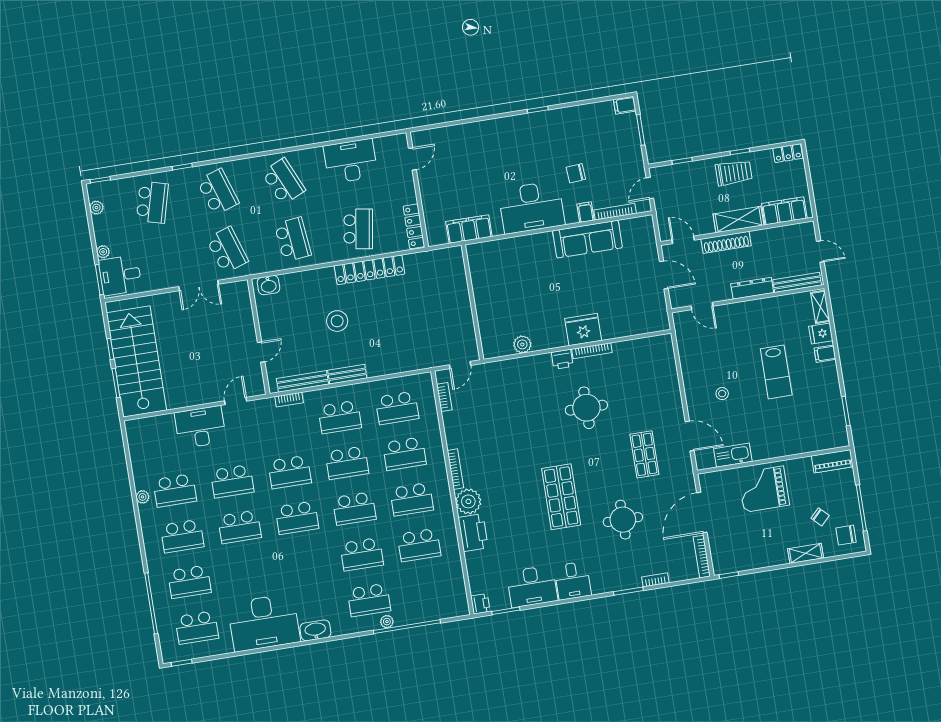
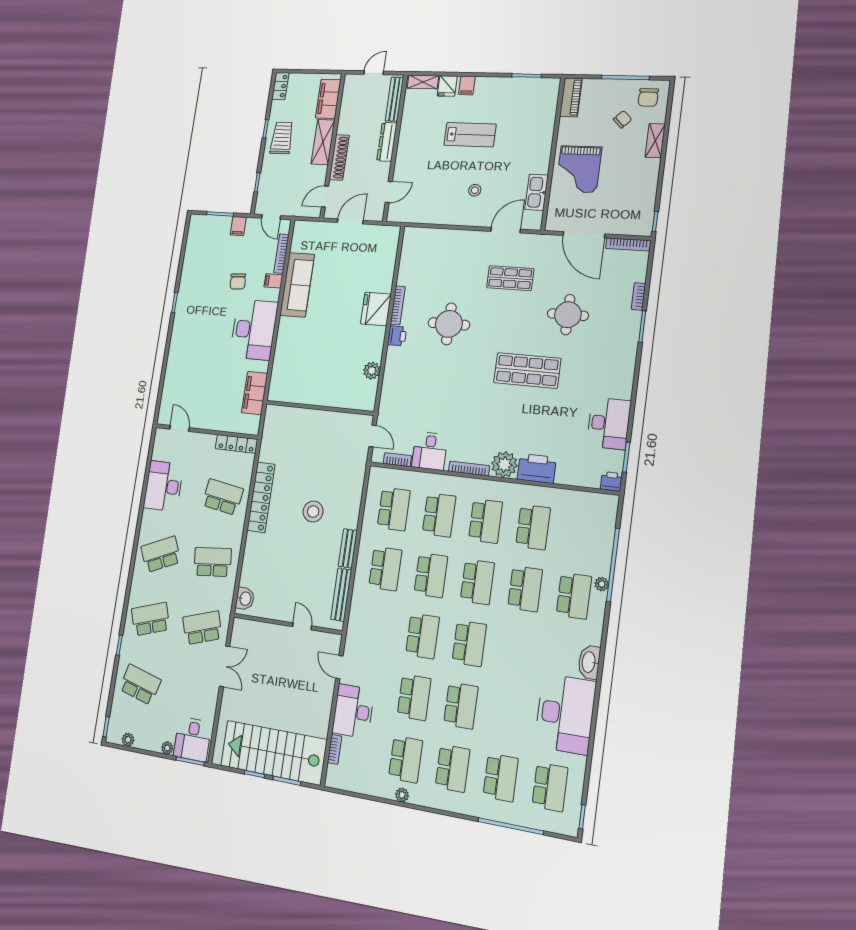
filing cabinet: (625, 105) -> (238, 226), moved
stool: (337, 321) -> (313, 512), moved
bookcase: (289, 400) -> (335, 749), moved
desk: (573, 581) -> (430, 451), moved, turned 90

